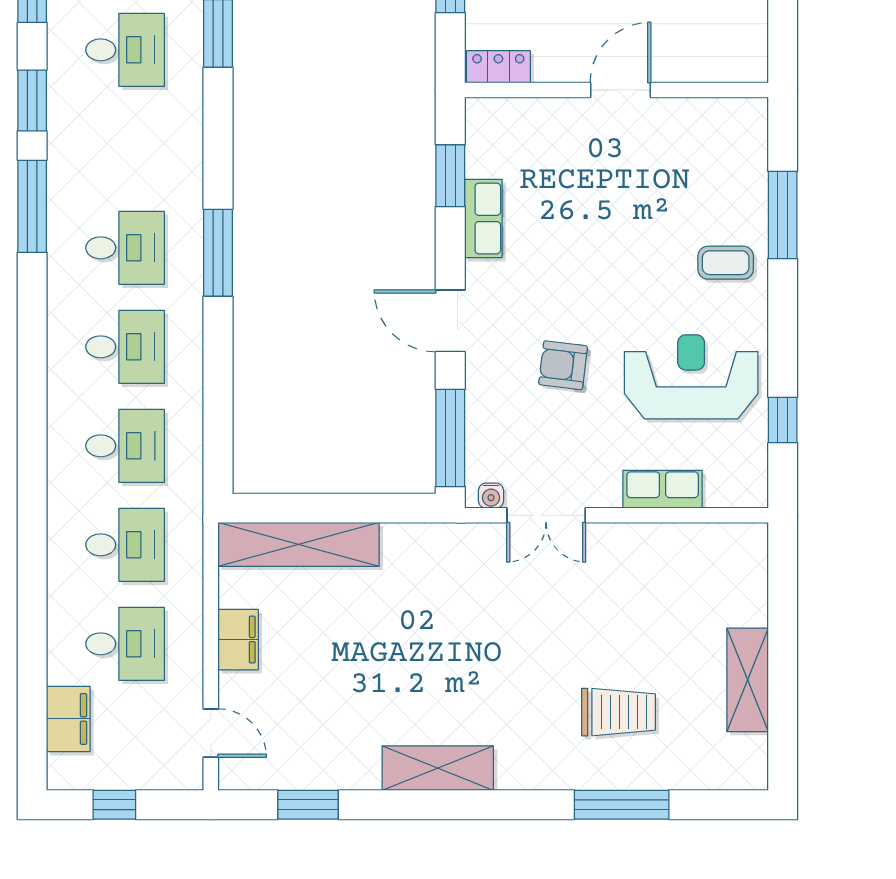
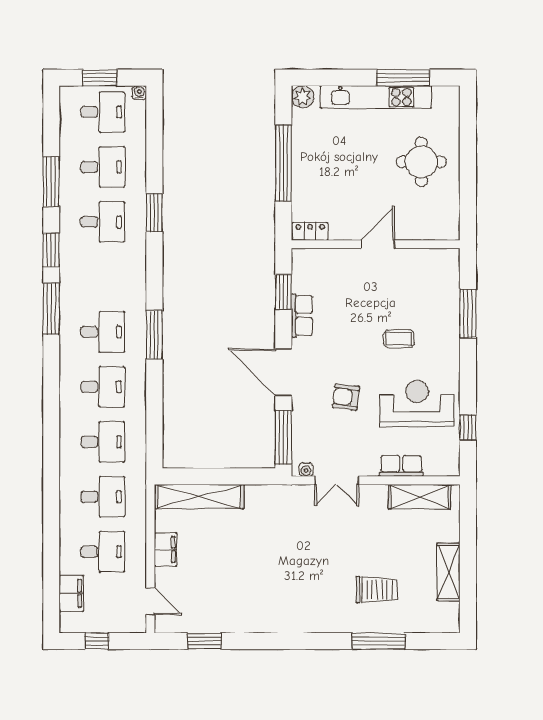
coffee table: (726, 263) -> (399, 339), moved
door: (450, 321) -> (283, 372), width x1.36
shelving: (438, 768) -> (419, 497), moved

